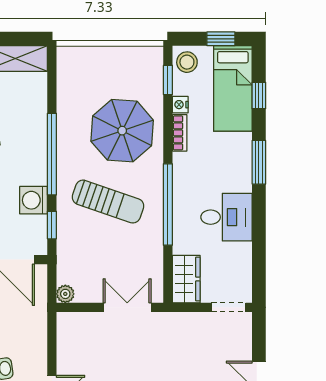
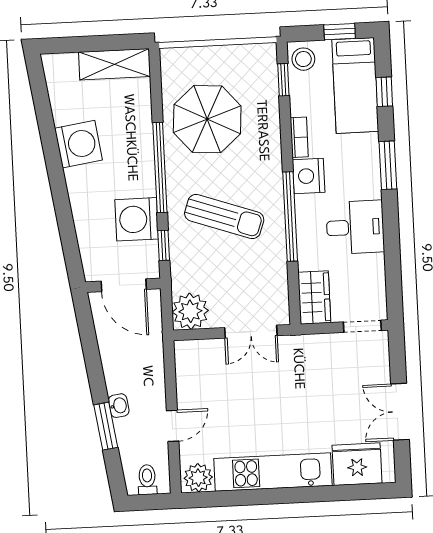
nightstand: (180, 105) -> (309, 176), moved, width x1.89, depth x1.79
parasol: (122, 131) -> (207, 119), moved
washing machine: (33, 200) -> (137, 219), width x1.37, depth x1.37
plant: (65, 294) -> (190, 311), width x1.88, depth x1.88
double door: (127, 307) -> (251, 332), swing flipped

